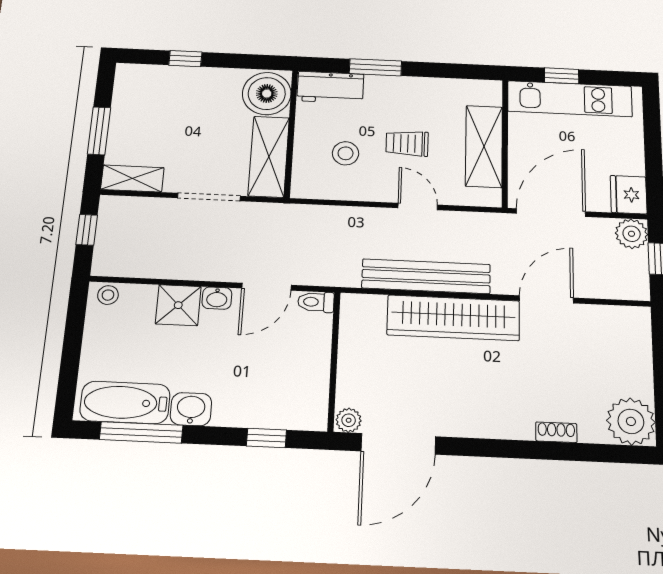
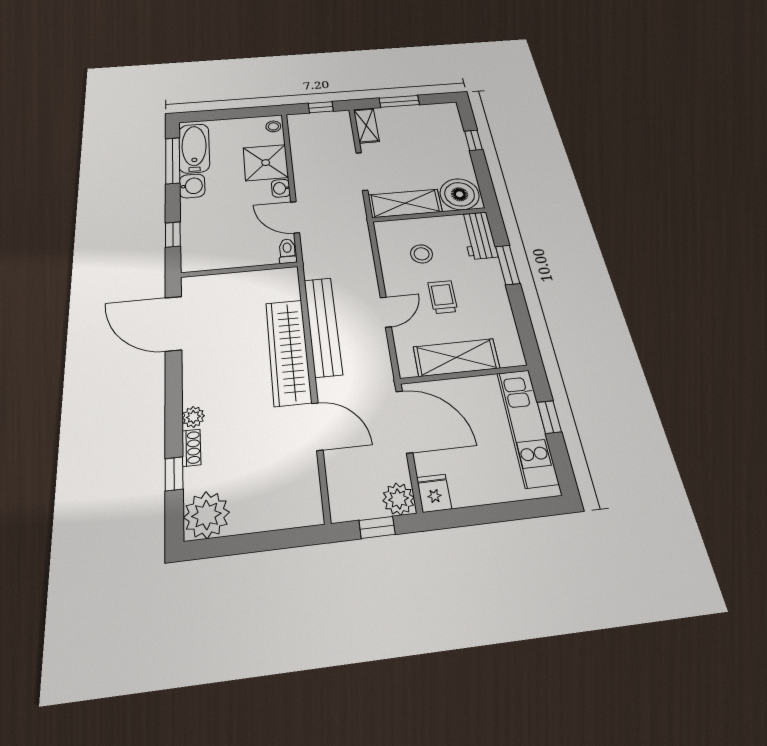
fridge: (629, 195) -> (434, 493), width x0.72
shower: (178, 305) -> (266, 163), width x1.36, depth x1.36
plant: (349, 420) -> (193, 417), moved
window: (584, 452) -> (174, 474), added

